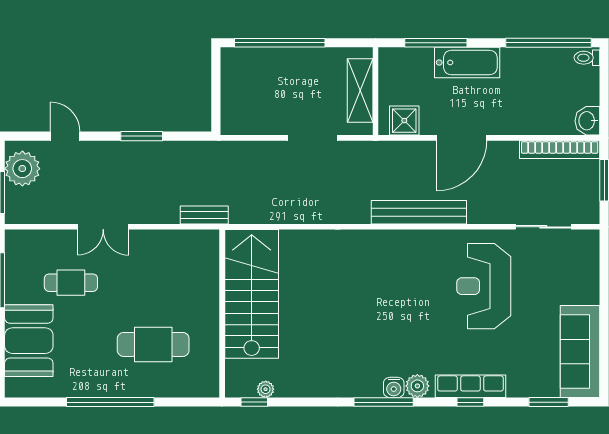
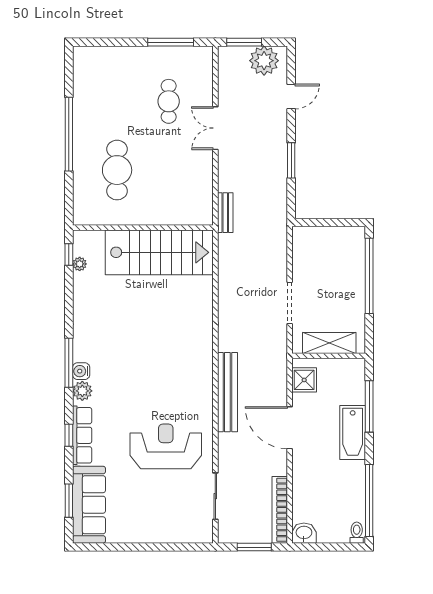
booth: (29, 341) -> (120, 66), removed
sofa: (580, 351) -> (89, 505), moved, turned 90

